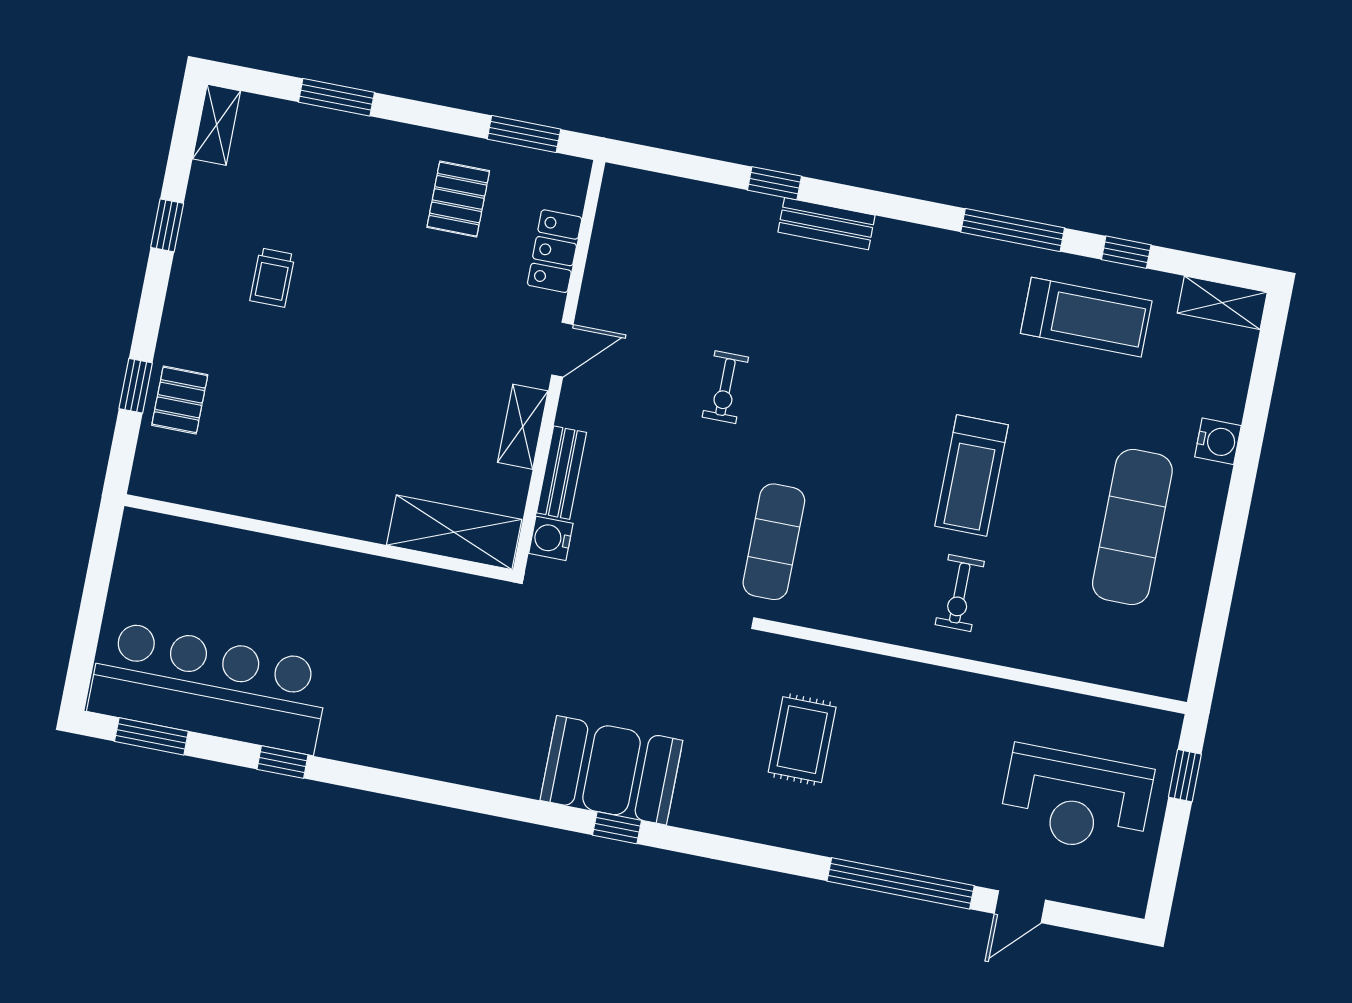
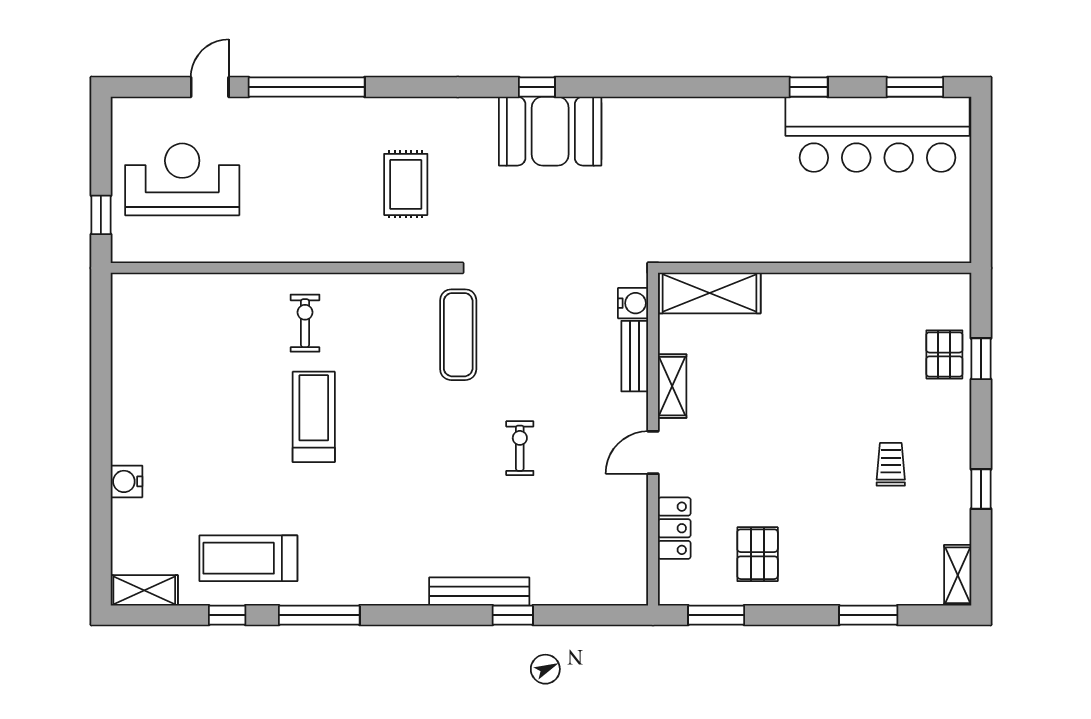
bench: (826, 224) -> (479, 591), width x1.36
exercise mat: (1132, 527) -> (180, 401), removed

